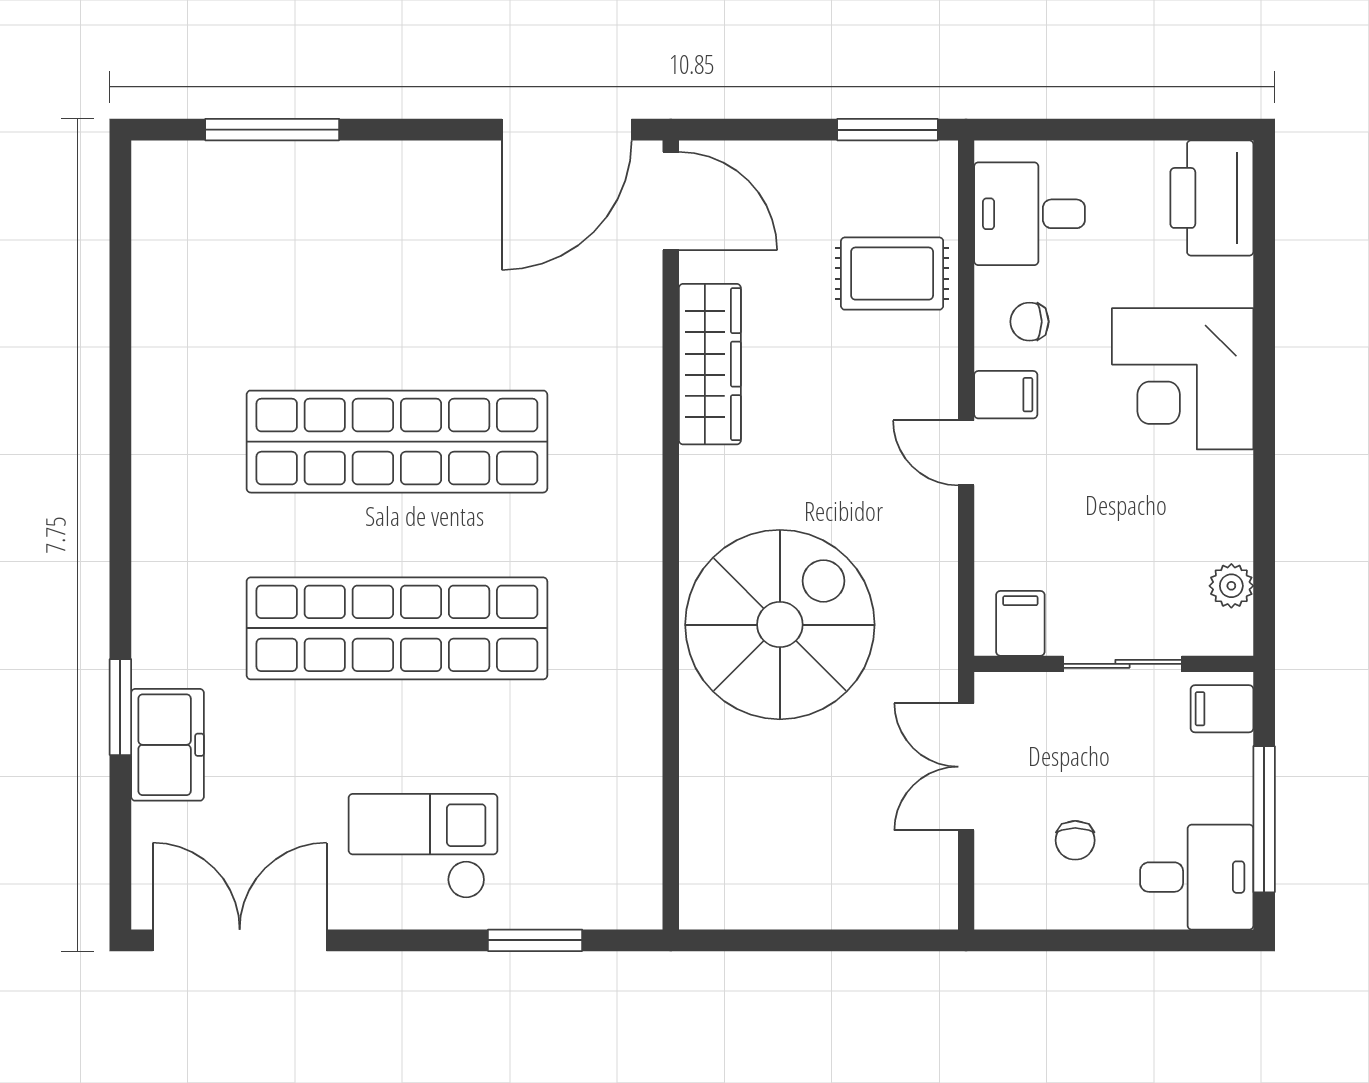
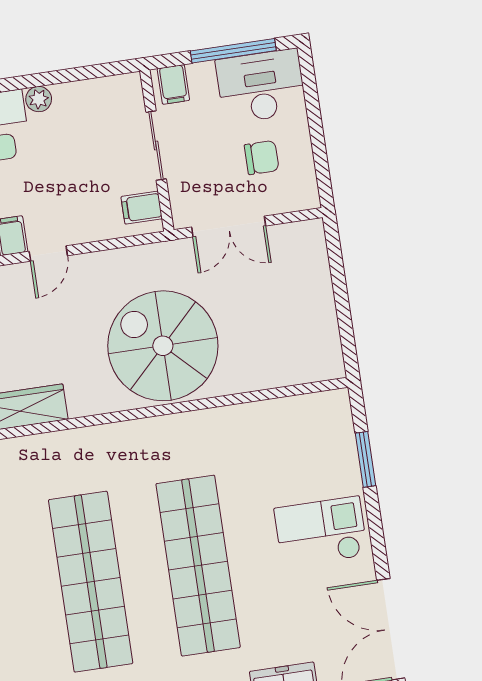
plant: (1231, 586) -> (39, 99), moved
chair: (1075, 840) -> (262, 158), width x1.37, depth x1.37
checkout: (423, 846) -> (321, 532), turned 90
desk: (1197, 877) -> (261, 86), width x1.37

